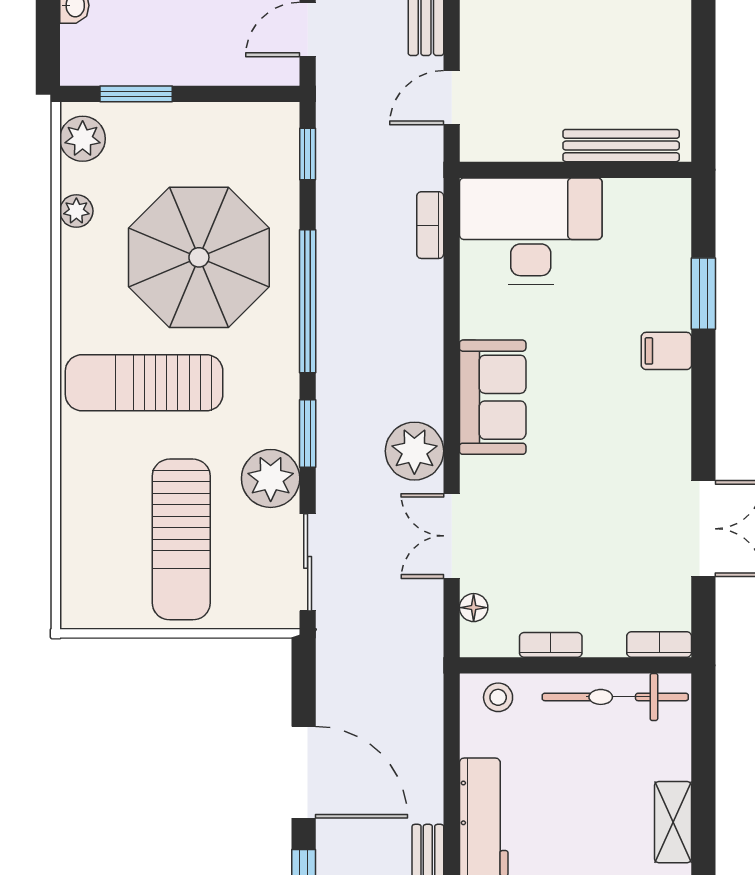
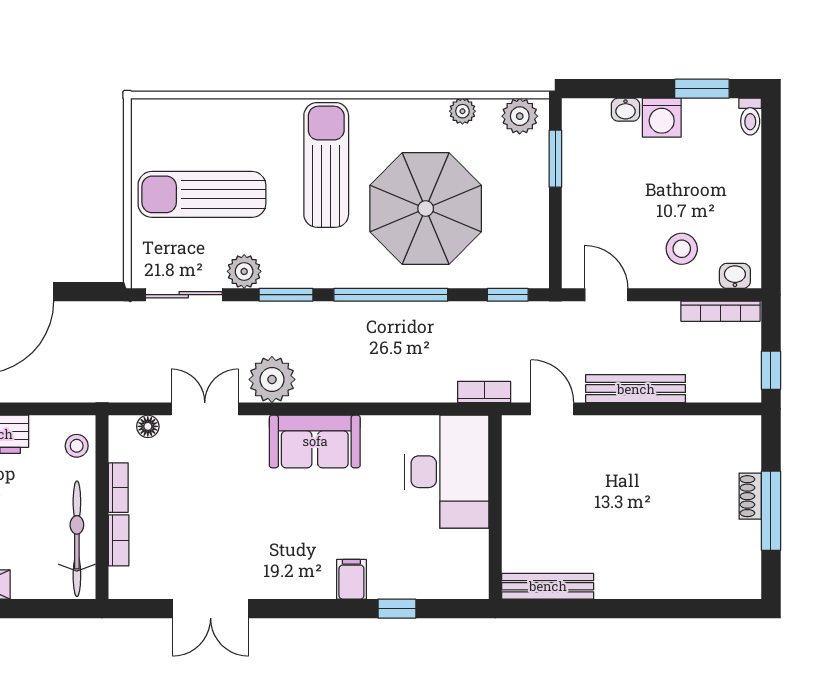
bench: (621, 146) -> (548, 586), moved, turned 90
bookcase: (430, 225) -> (484, 392), moved
window: (703, 294) -> (397, 609), width x0.67
plant: (271, 478) -> (244, 271), width x0.73, depth x0.73
bookcase: (659, 644) -> (119, 540), moved

